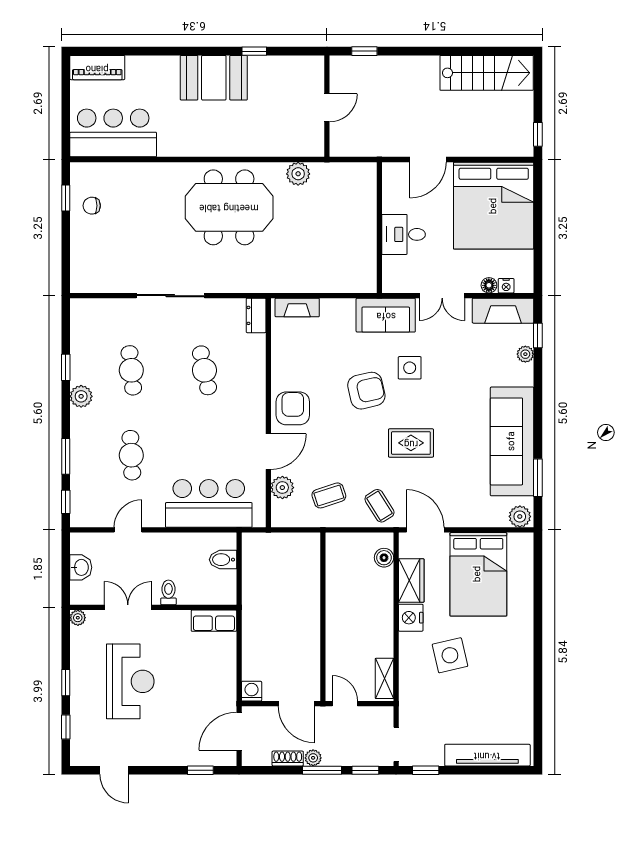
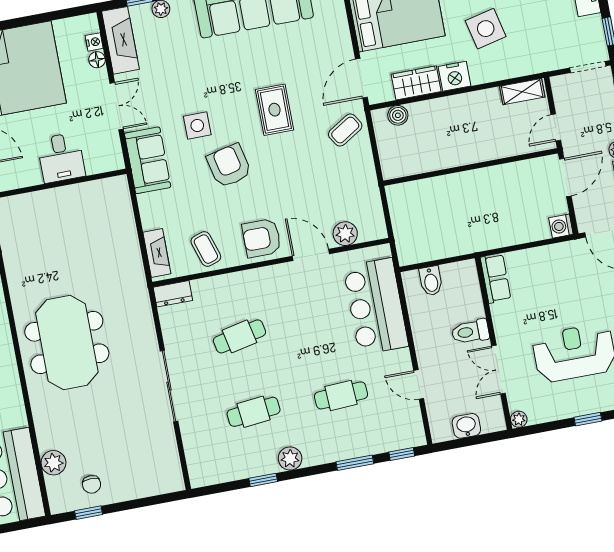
plant: (298, 174) -> (53, 463), moved
coffee table: (329, 495) -> (206, 249), moved
toilet: (168, 592) -> (470, 332), width x1.37, depth x1.39

